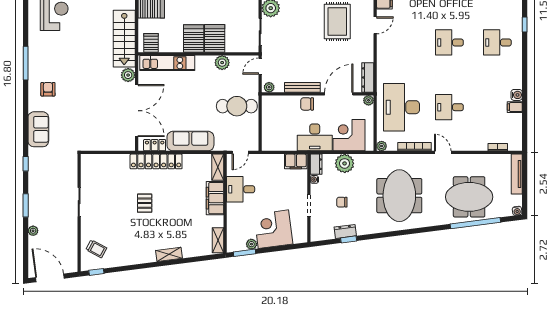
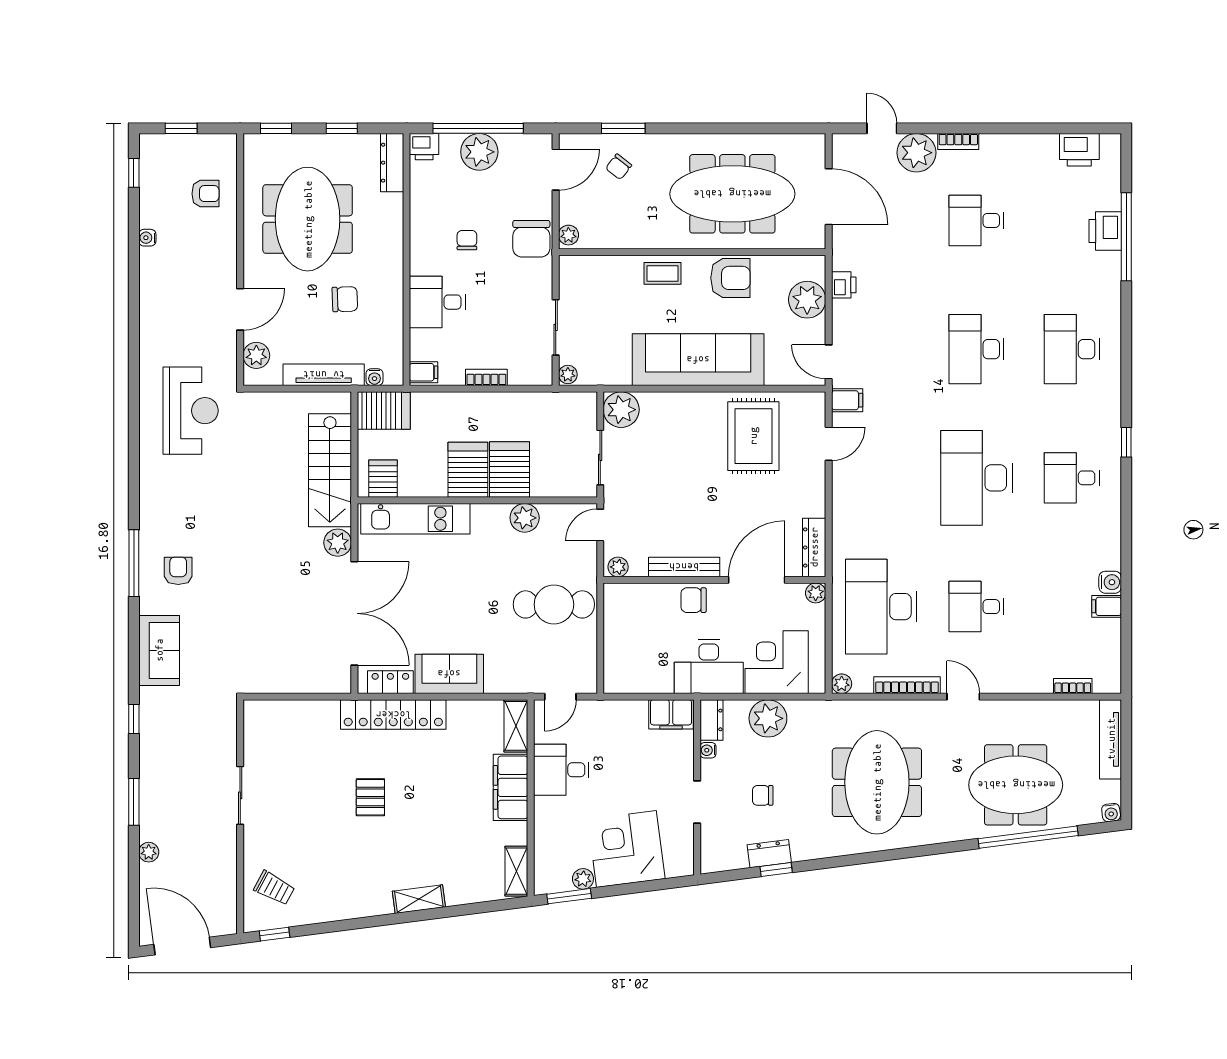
desk: (449, 42) -> (976, 478), width x1.87, depth x1.30
window: (26, 63) -> (134, 563), moved
sofa: (190, 141) -> (449, 674), width x0.73

